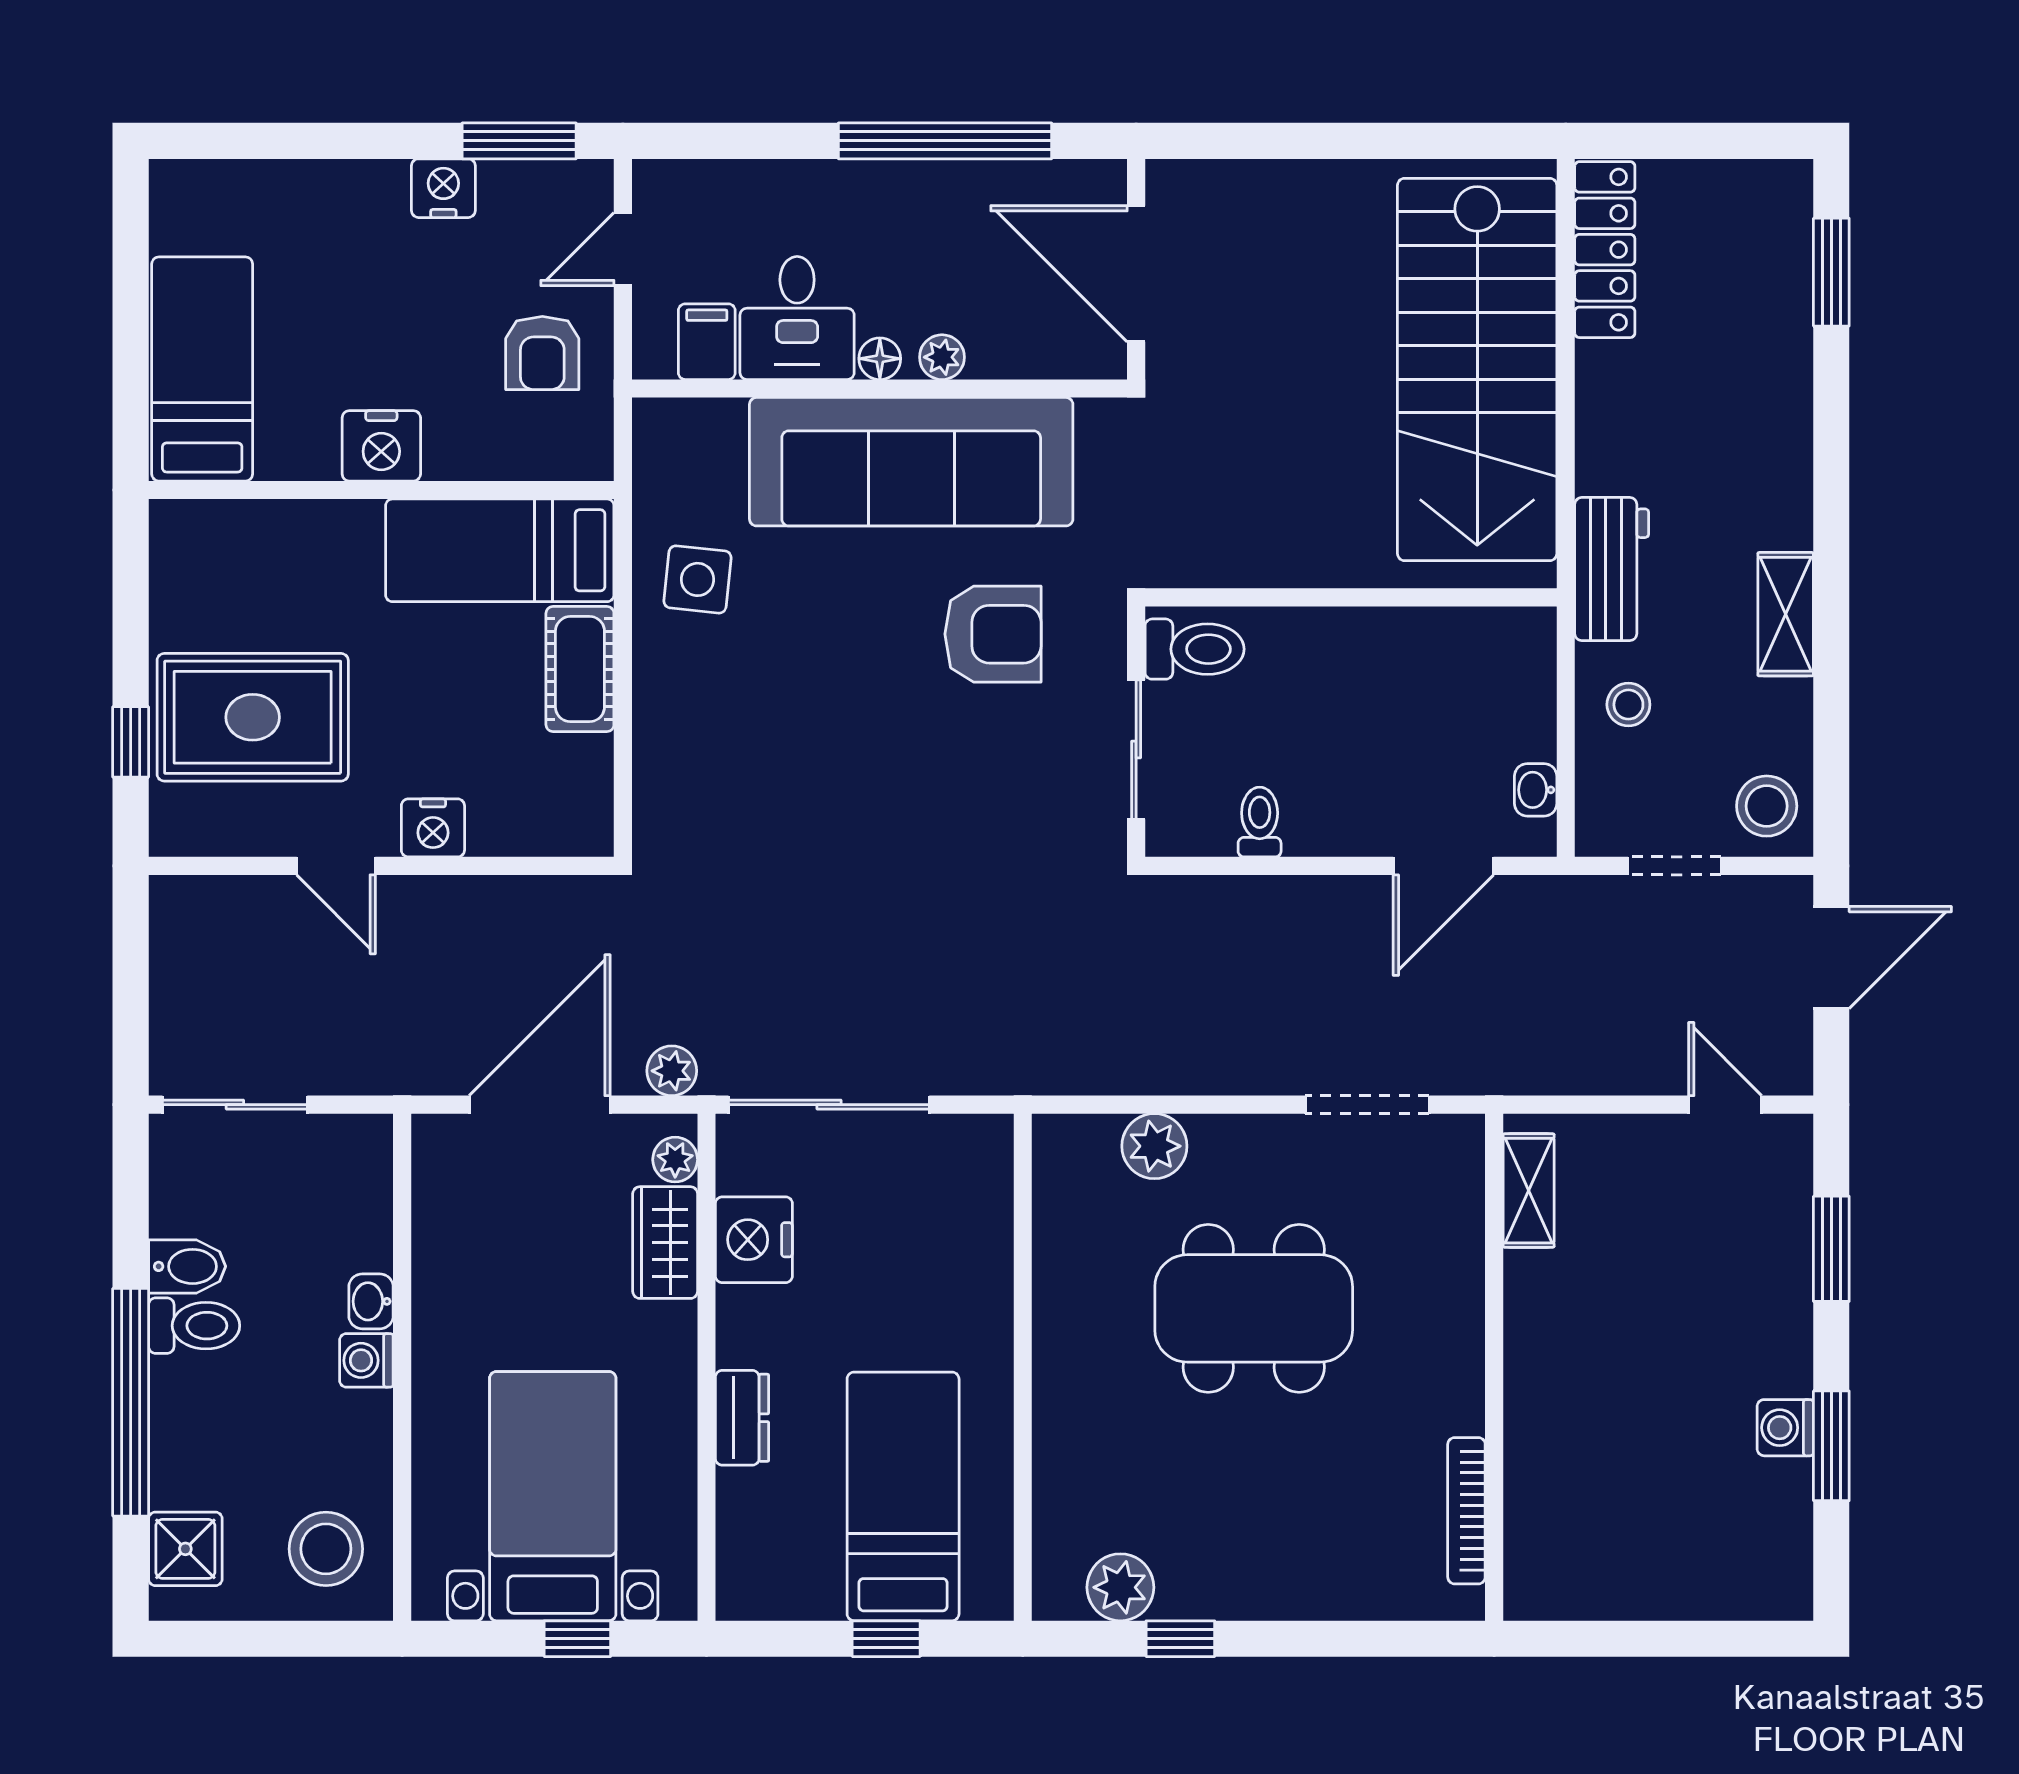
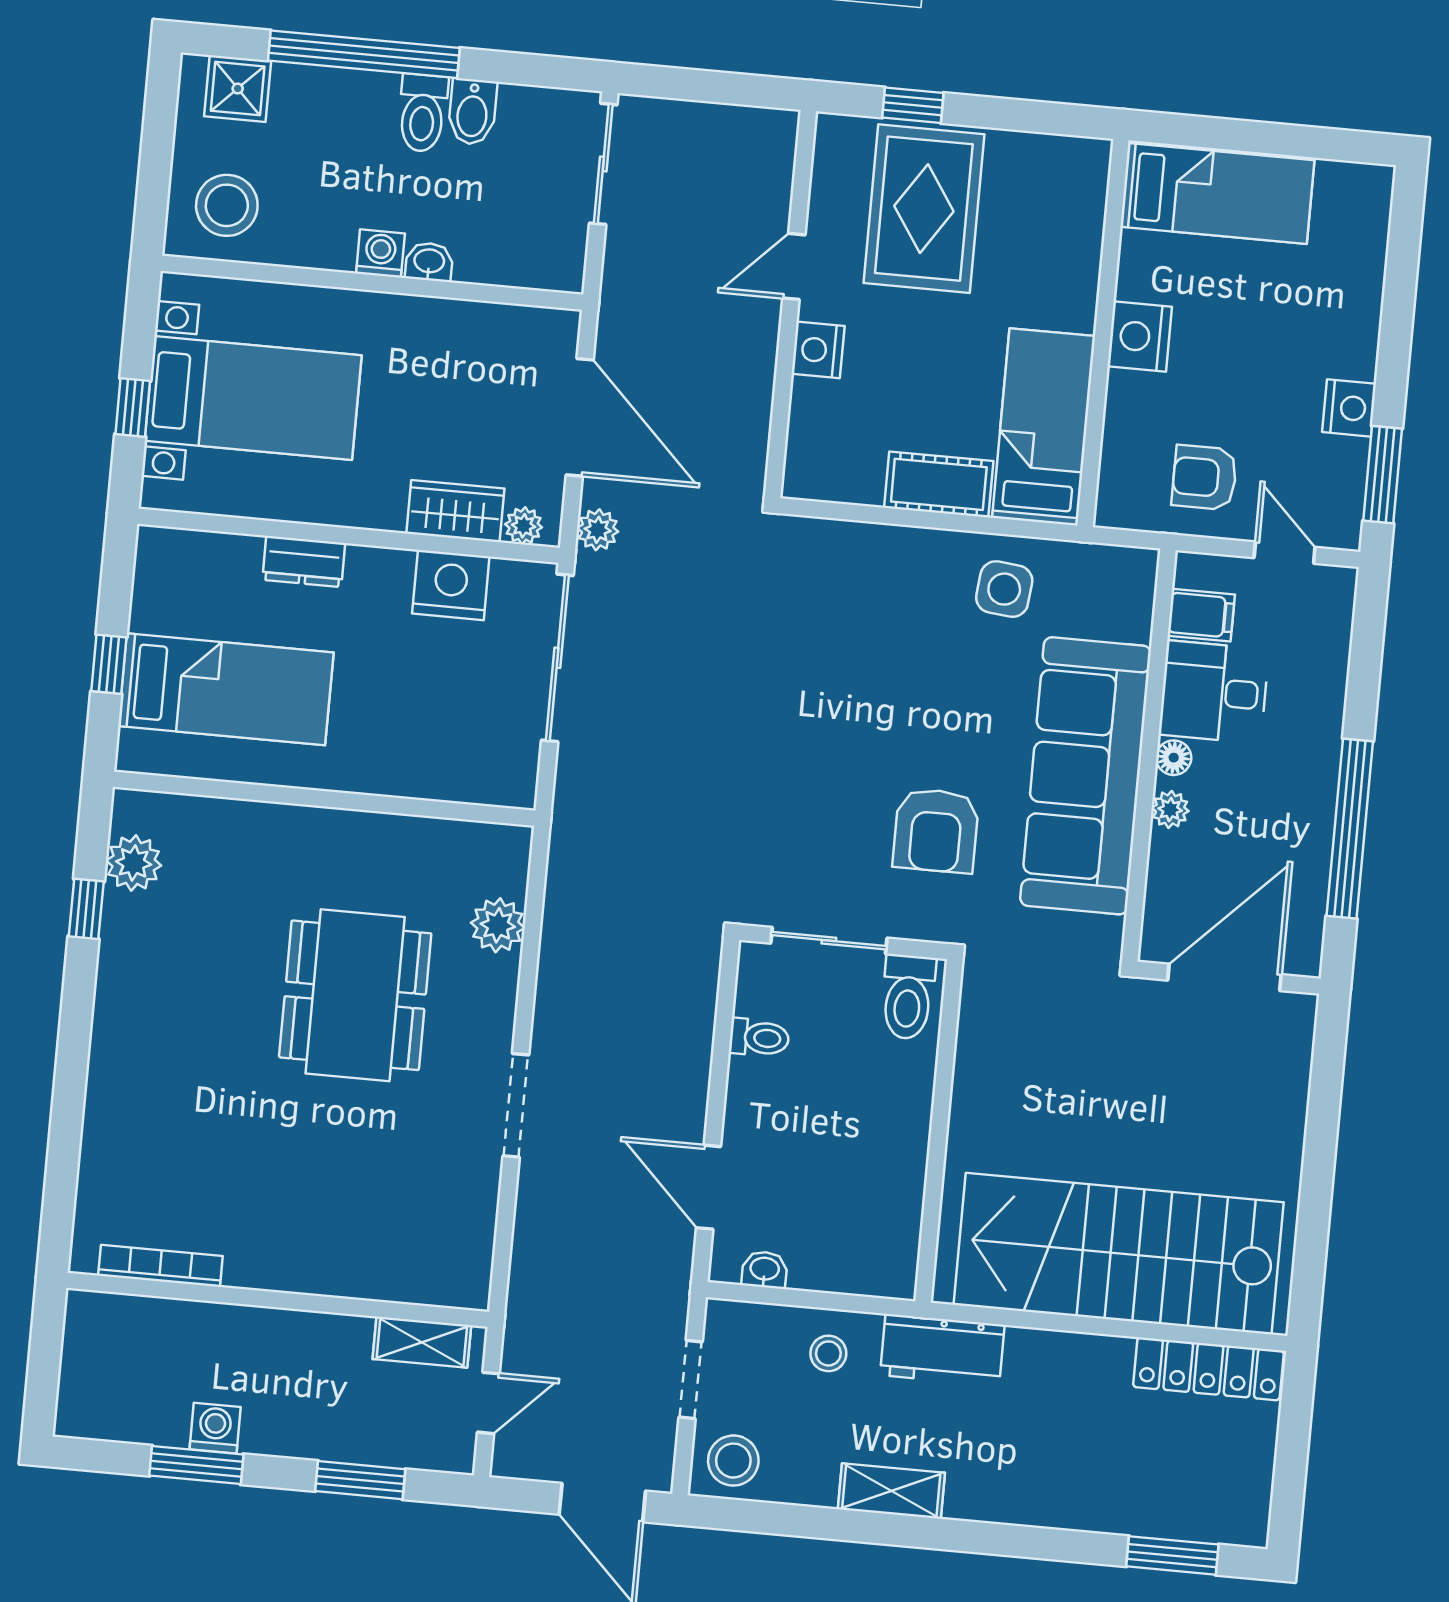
shelving: (1529, 1191) -> (422, 1342), moved
wall: (1494, 1367) -> (278, 1300), moved
bookcase: (1466, 1511) -> (160, 1266), moved

